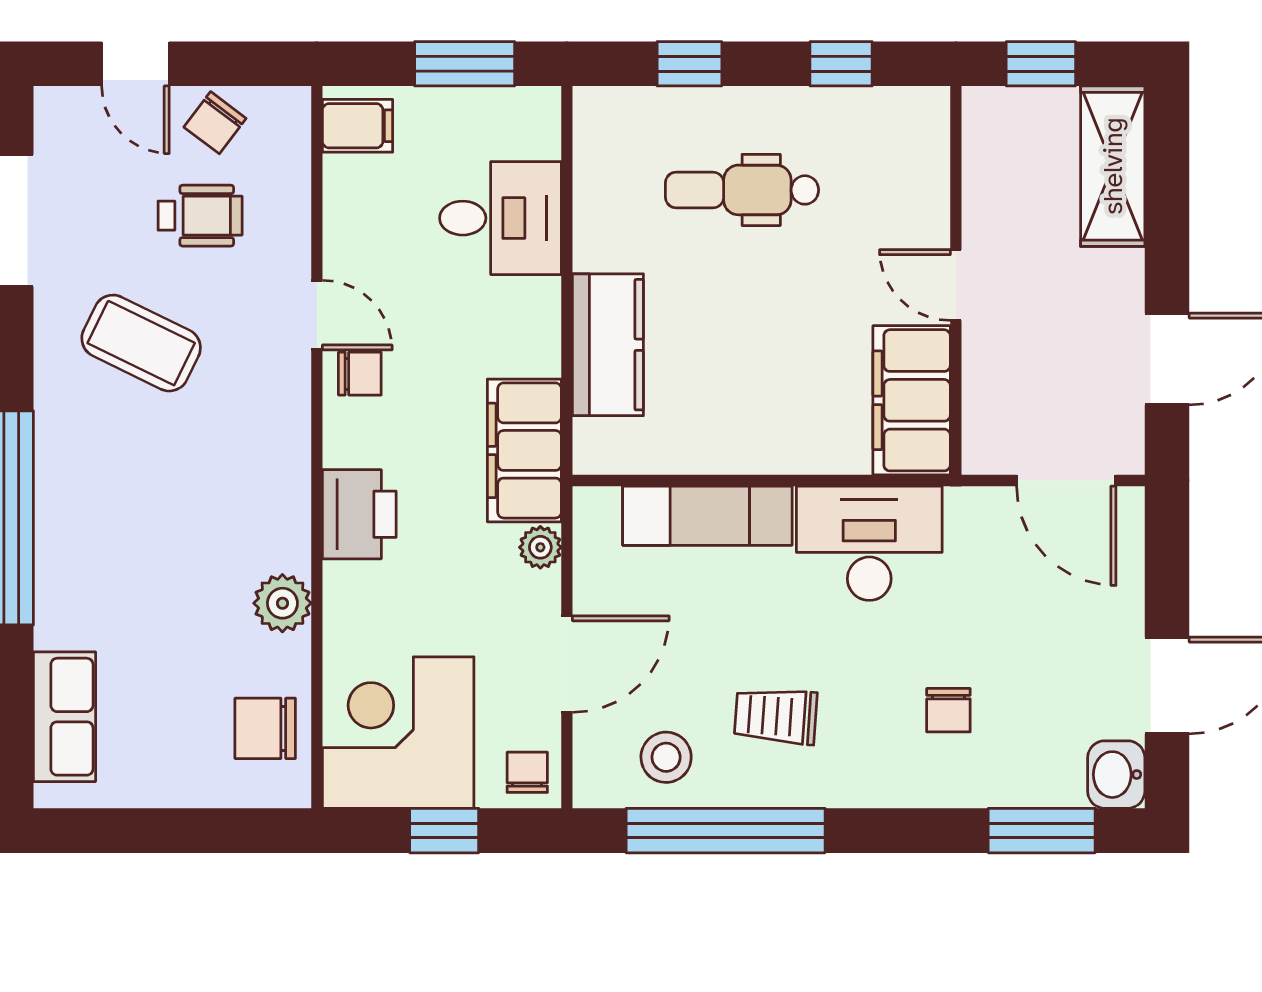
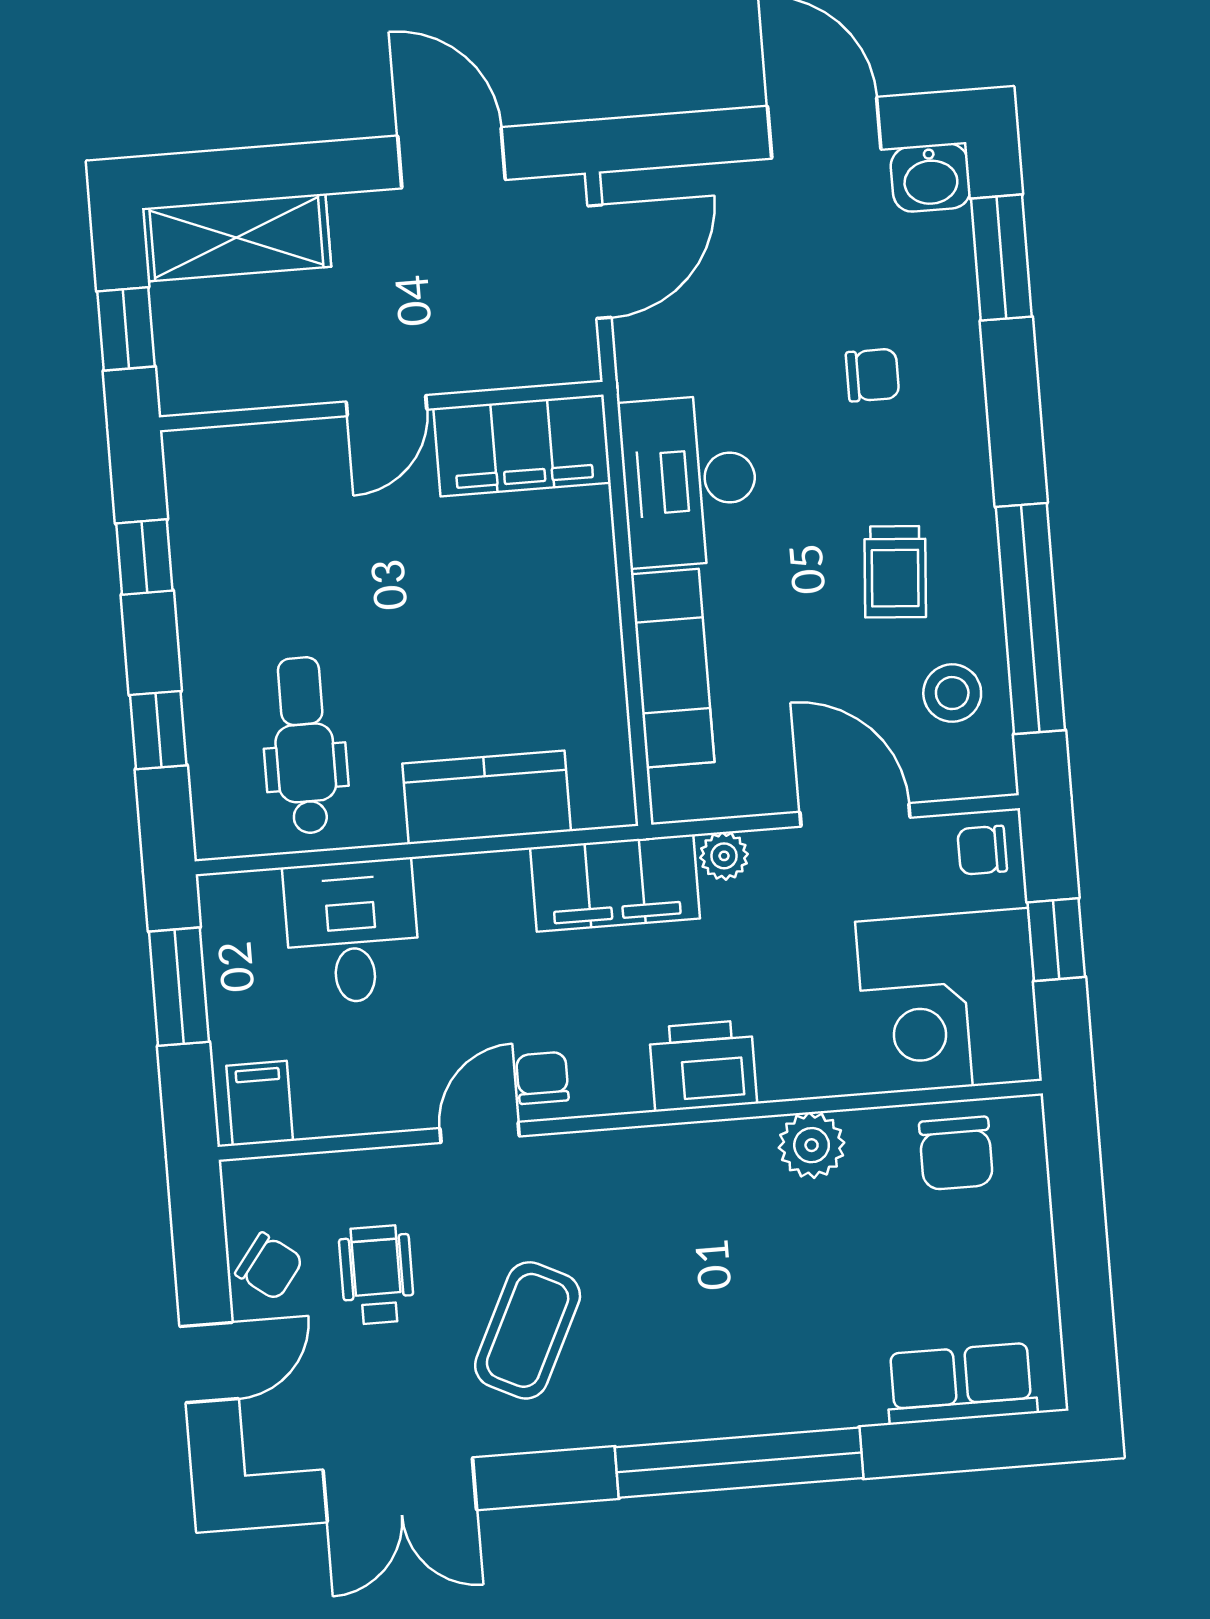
dental chair: (742, 190) -> (304, 745), moved, turned 180

